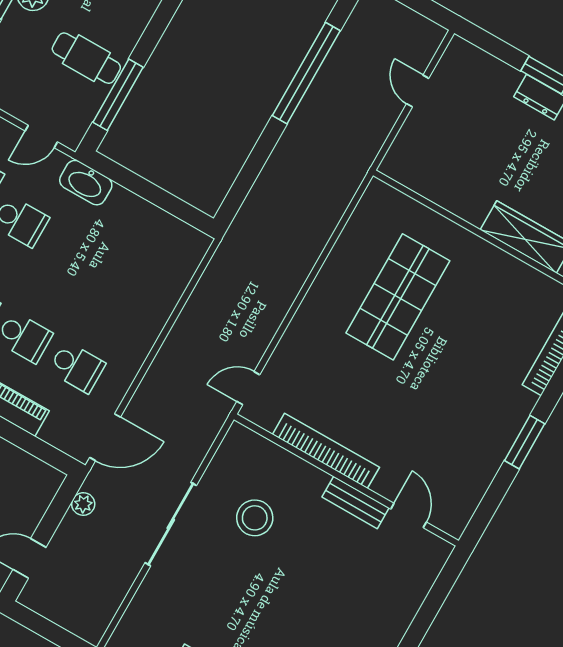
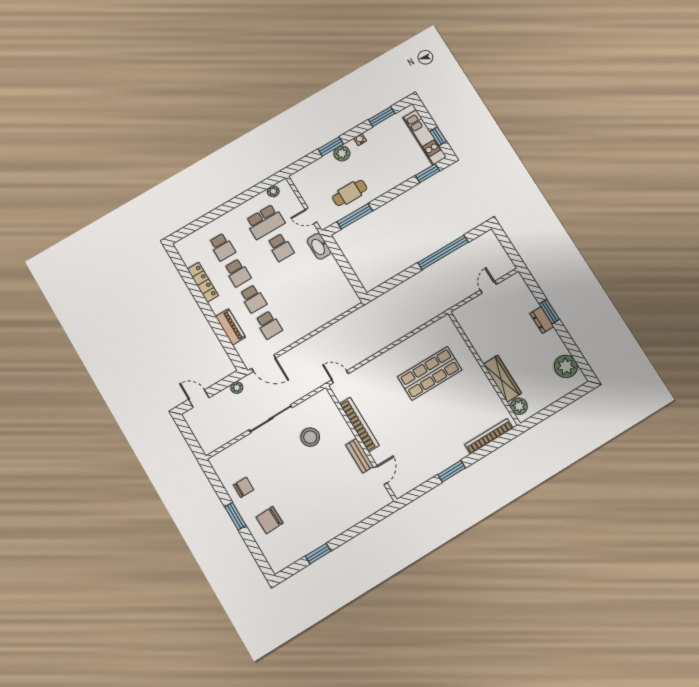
cafe table: (86, 58) -> (350, 193), turned 90

